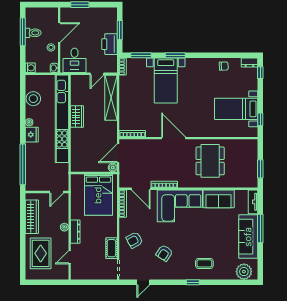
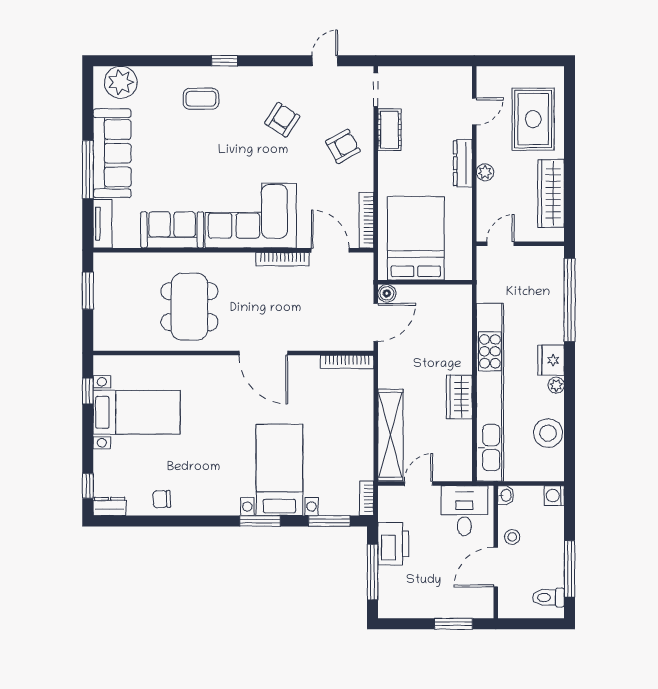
window: (120, 30) -> (373, 572), width x1.44
toilet: (33, 33) -> (548, 598), moved

